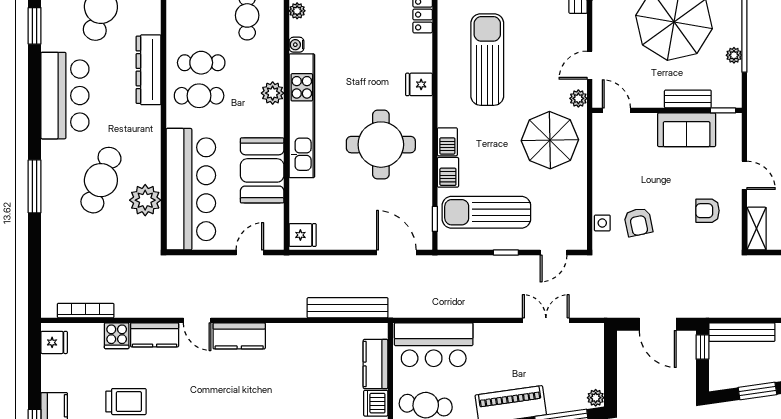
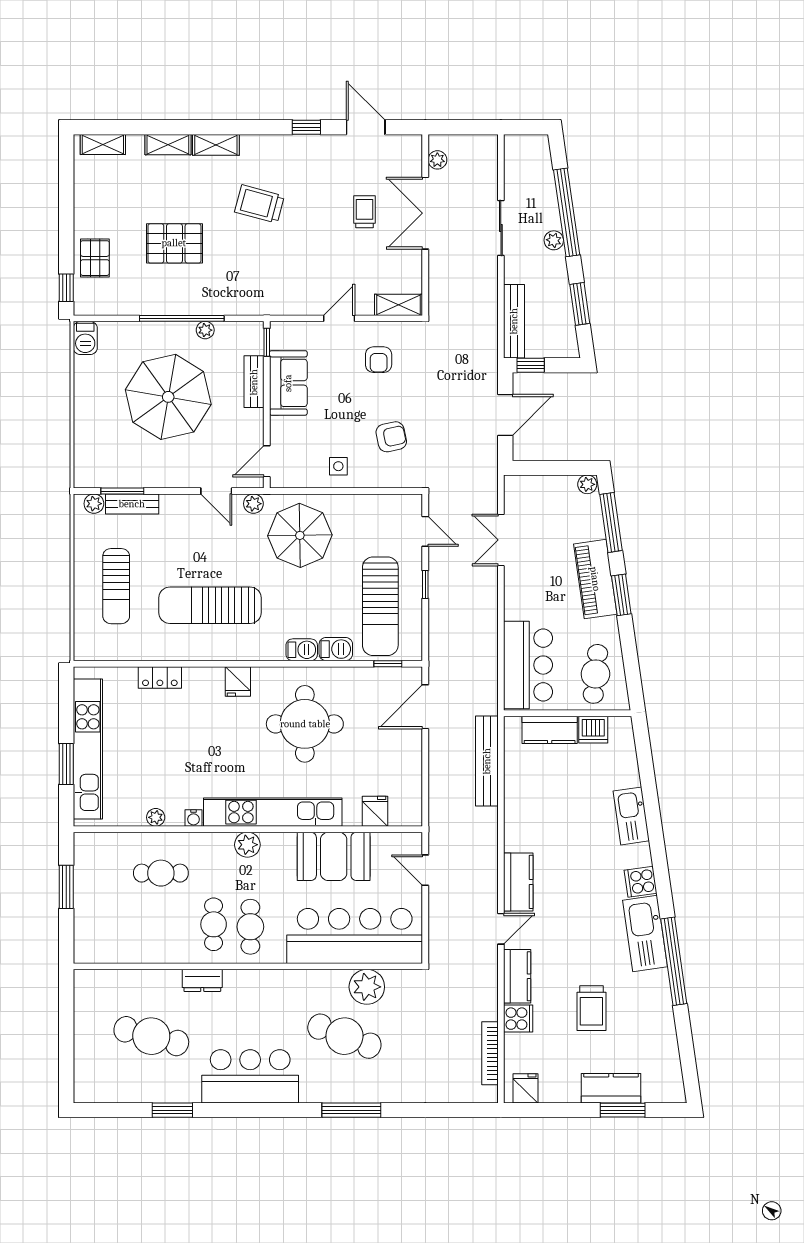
dresser: (148, 70) -> (202, 980), width x0.51, depth x0.80
side table: (602, 223) -> (338, 466), moved
fridge: (303, 235) -> (375, 811), moved
trolley: (126, 402) -> (591, 1008), turned 180

